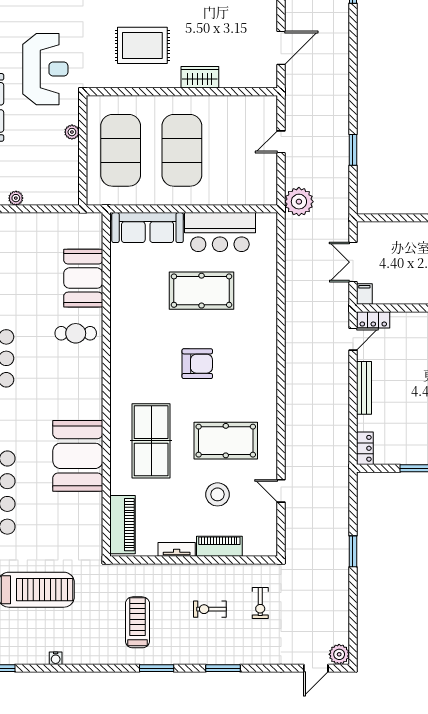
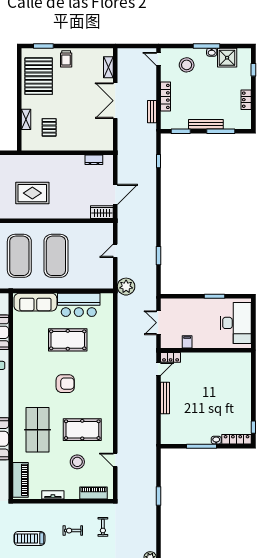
wardrobe: (200, 77) -> (102, 212), moved
filing cabinet: (364, 294) -> (187, 342), moved
locker: (365, 448) -> (166, 434), removed
piano: (219, 546) -> (94, 493), moved
treadmill: (137, 622) -> (29, 538), turned -90

